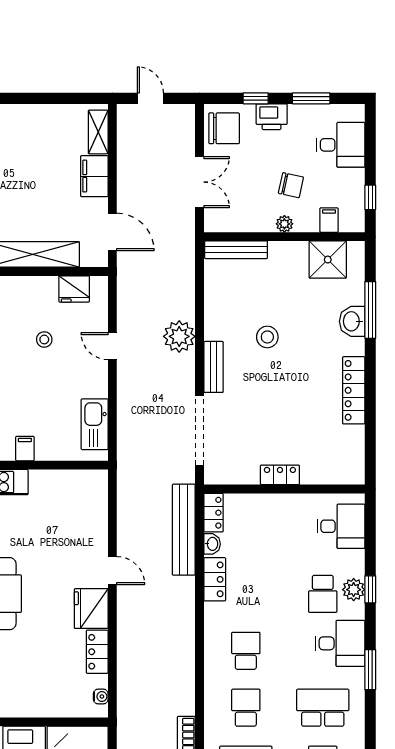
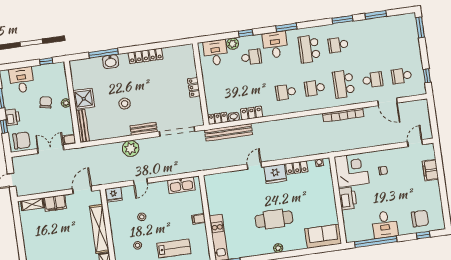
chair: (224, 128) -> (22, 140), turned 90
filing cabinet: (329, 220) -> (69, 140), moved
shower: (328, 260) -> (84, 99), moved
fridge: (74, 289) -> (114, 195), moved, turned 90
plant: (354, 590) -> (233, 44), moved

